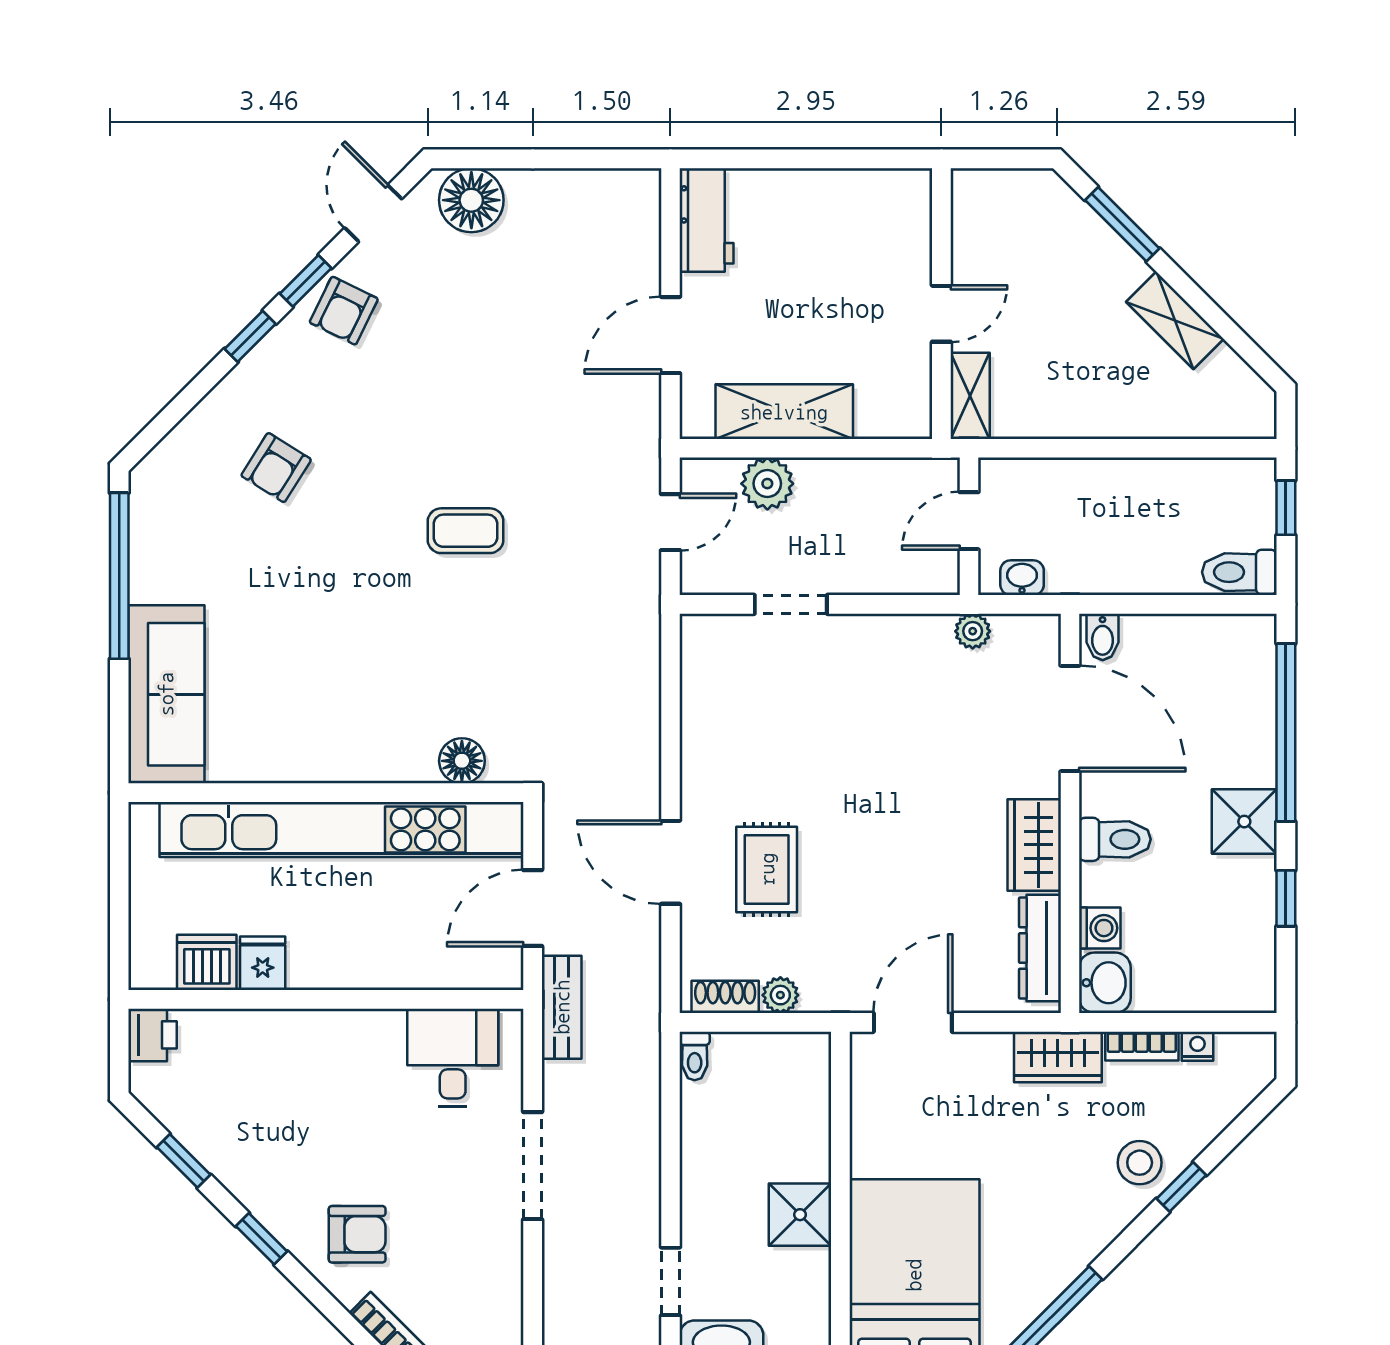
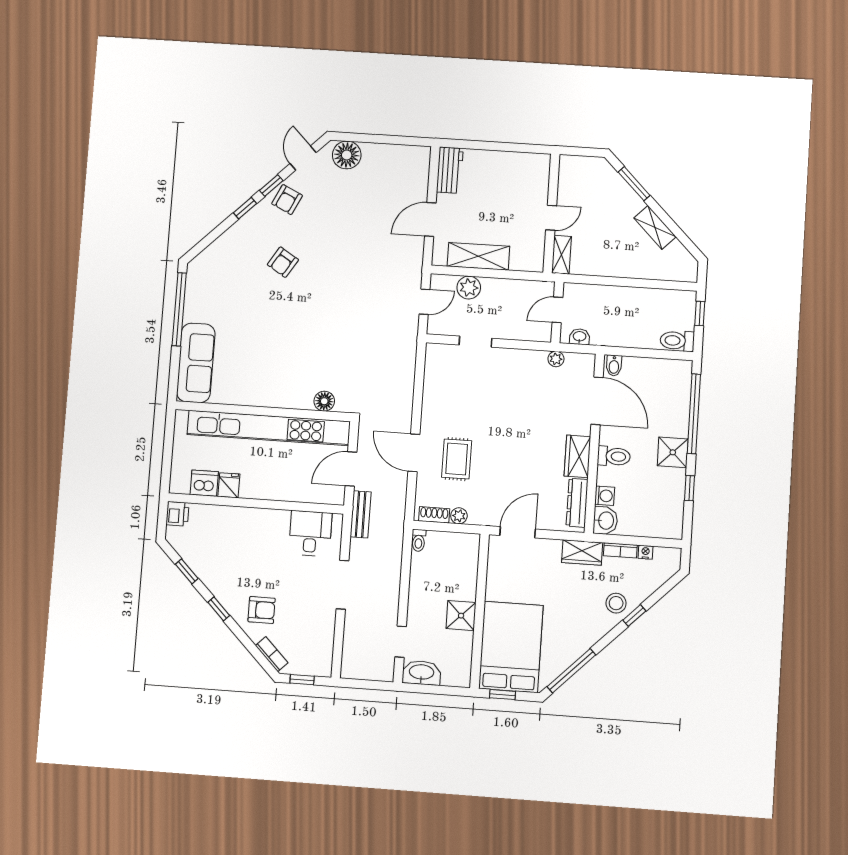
armchair: (276, 468) -> (283, 262), moved
coffee table: (466, 531) -> (333, 299), removed

